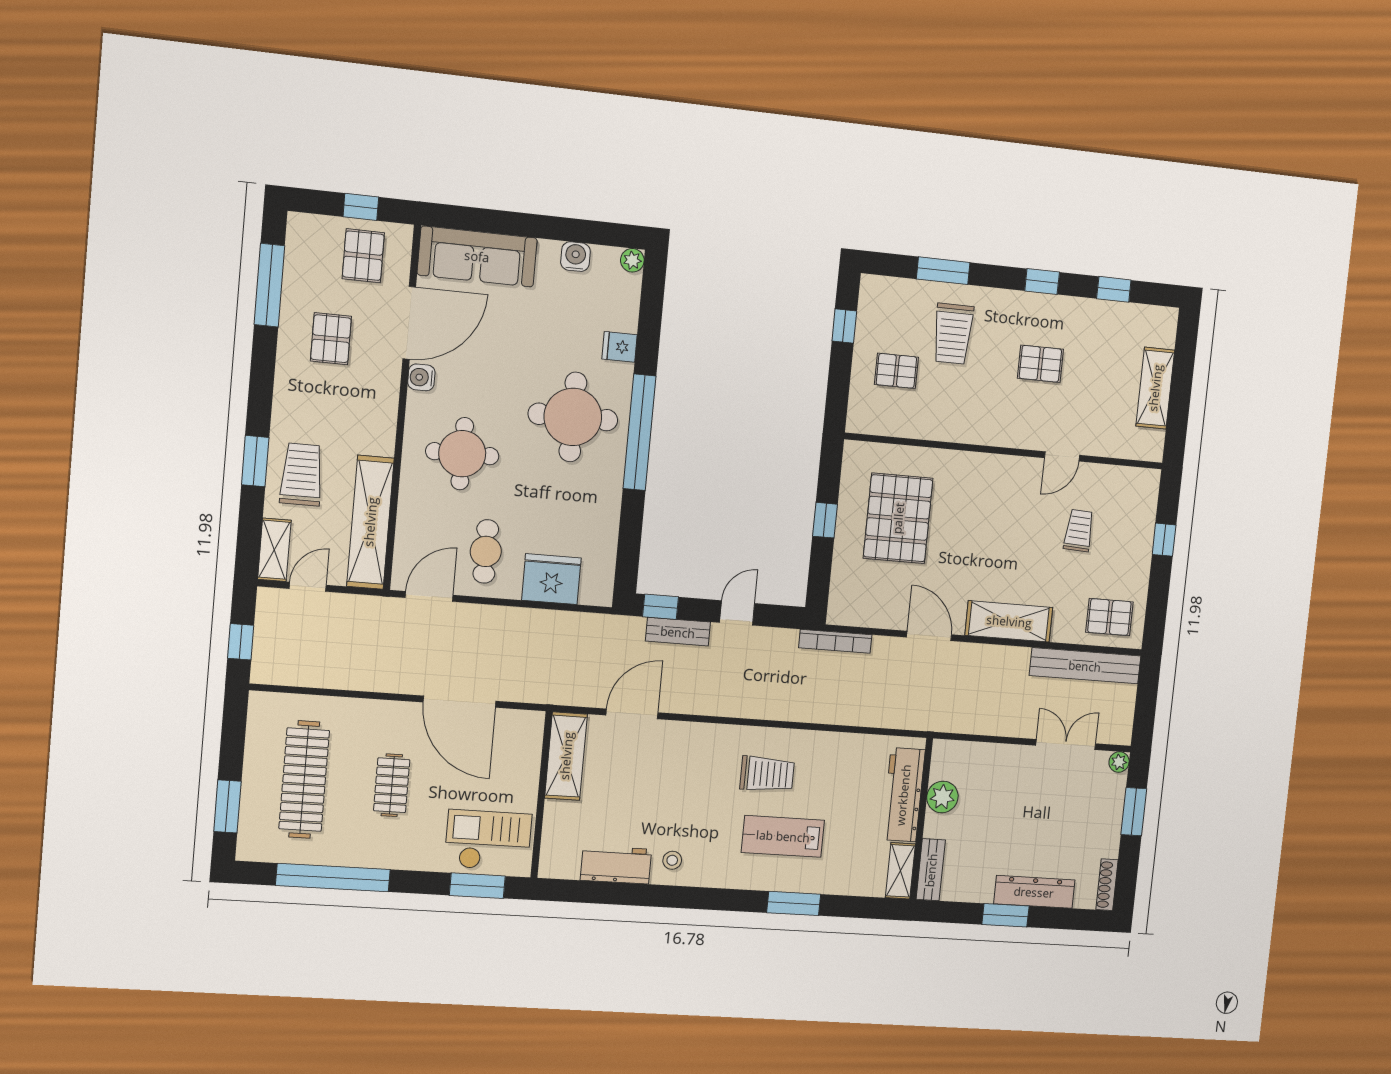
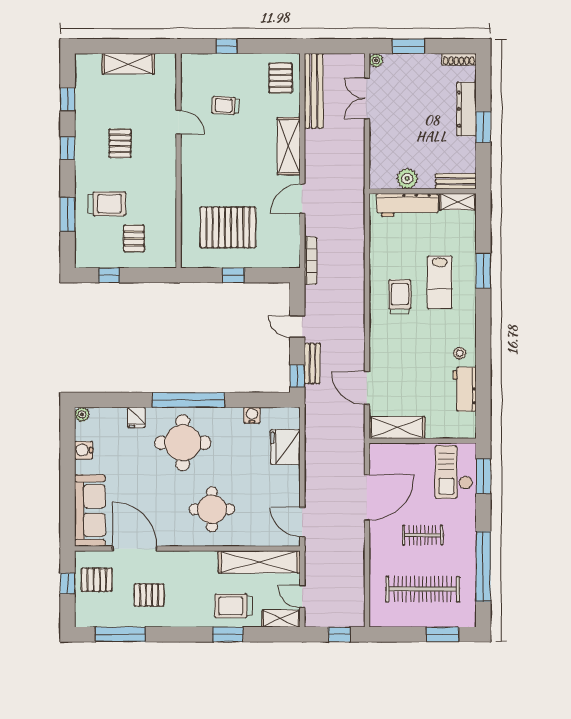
water cooler: (421, 377) -> (252, 415), moved, turned 180
cafe table: (486, 551) -> (271, 489), removed

